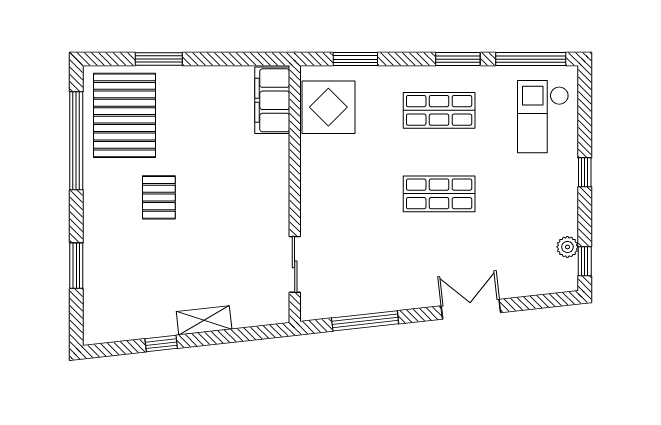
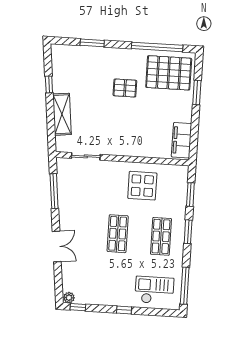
window: (458, 59) -> (188, 232), moved
filing cabinet: (272, 100) -> (181, 140), moved, turned -90
display table: (328, 107) -> (142, 186), moved
plant: (567, 247) -> (69, 298), moved
shelving: (204, 320) -> (62, 114), width x1.50, depth x1.33

